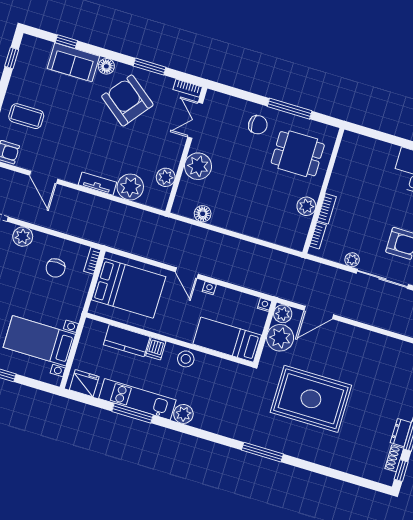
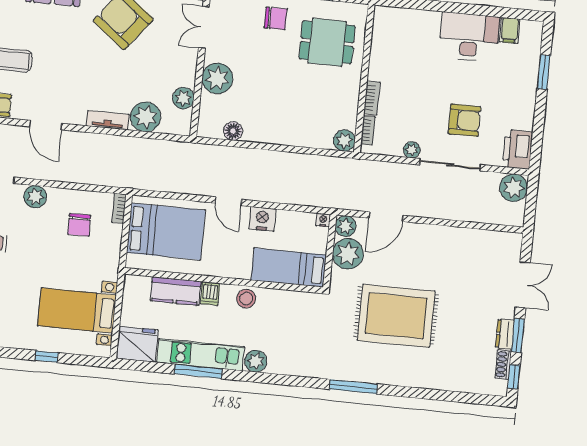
plant: (306, 206) -> (344, 141), moved
nightstand: (209, 288) -> (262, 219), width x1.89, depth x1.79
fridge: (84, 383) -> (137, 344), width x1.36, depth x1.34

